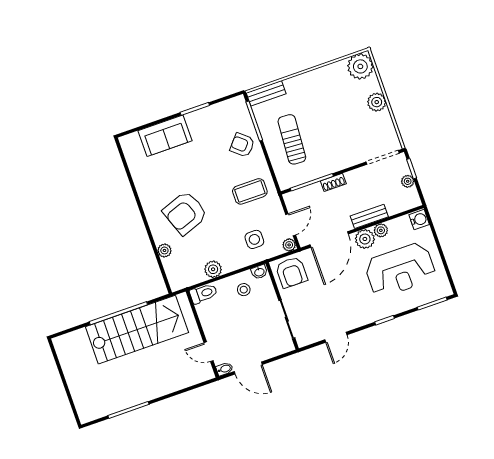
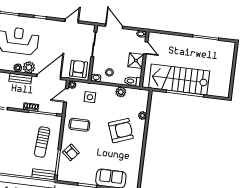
shower: (214, 326) -> (136, 61), added
door: (248, 368) -> (114, 26), moved

